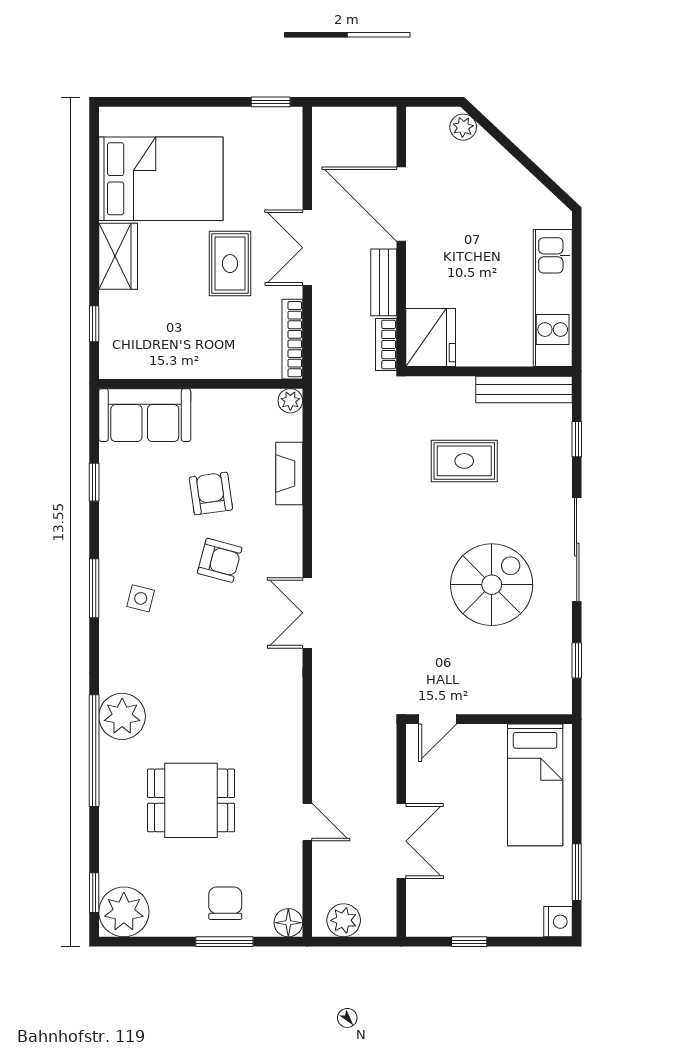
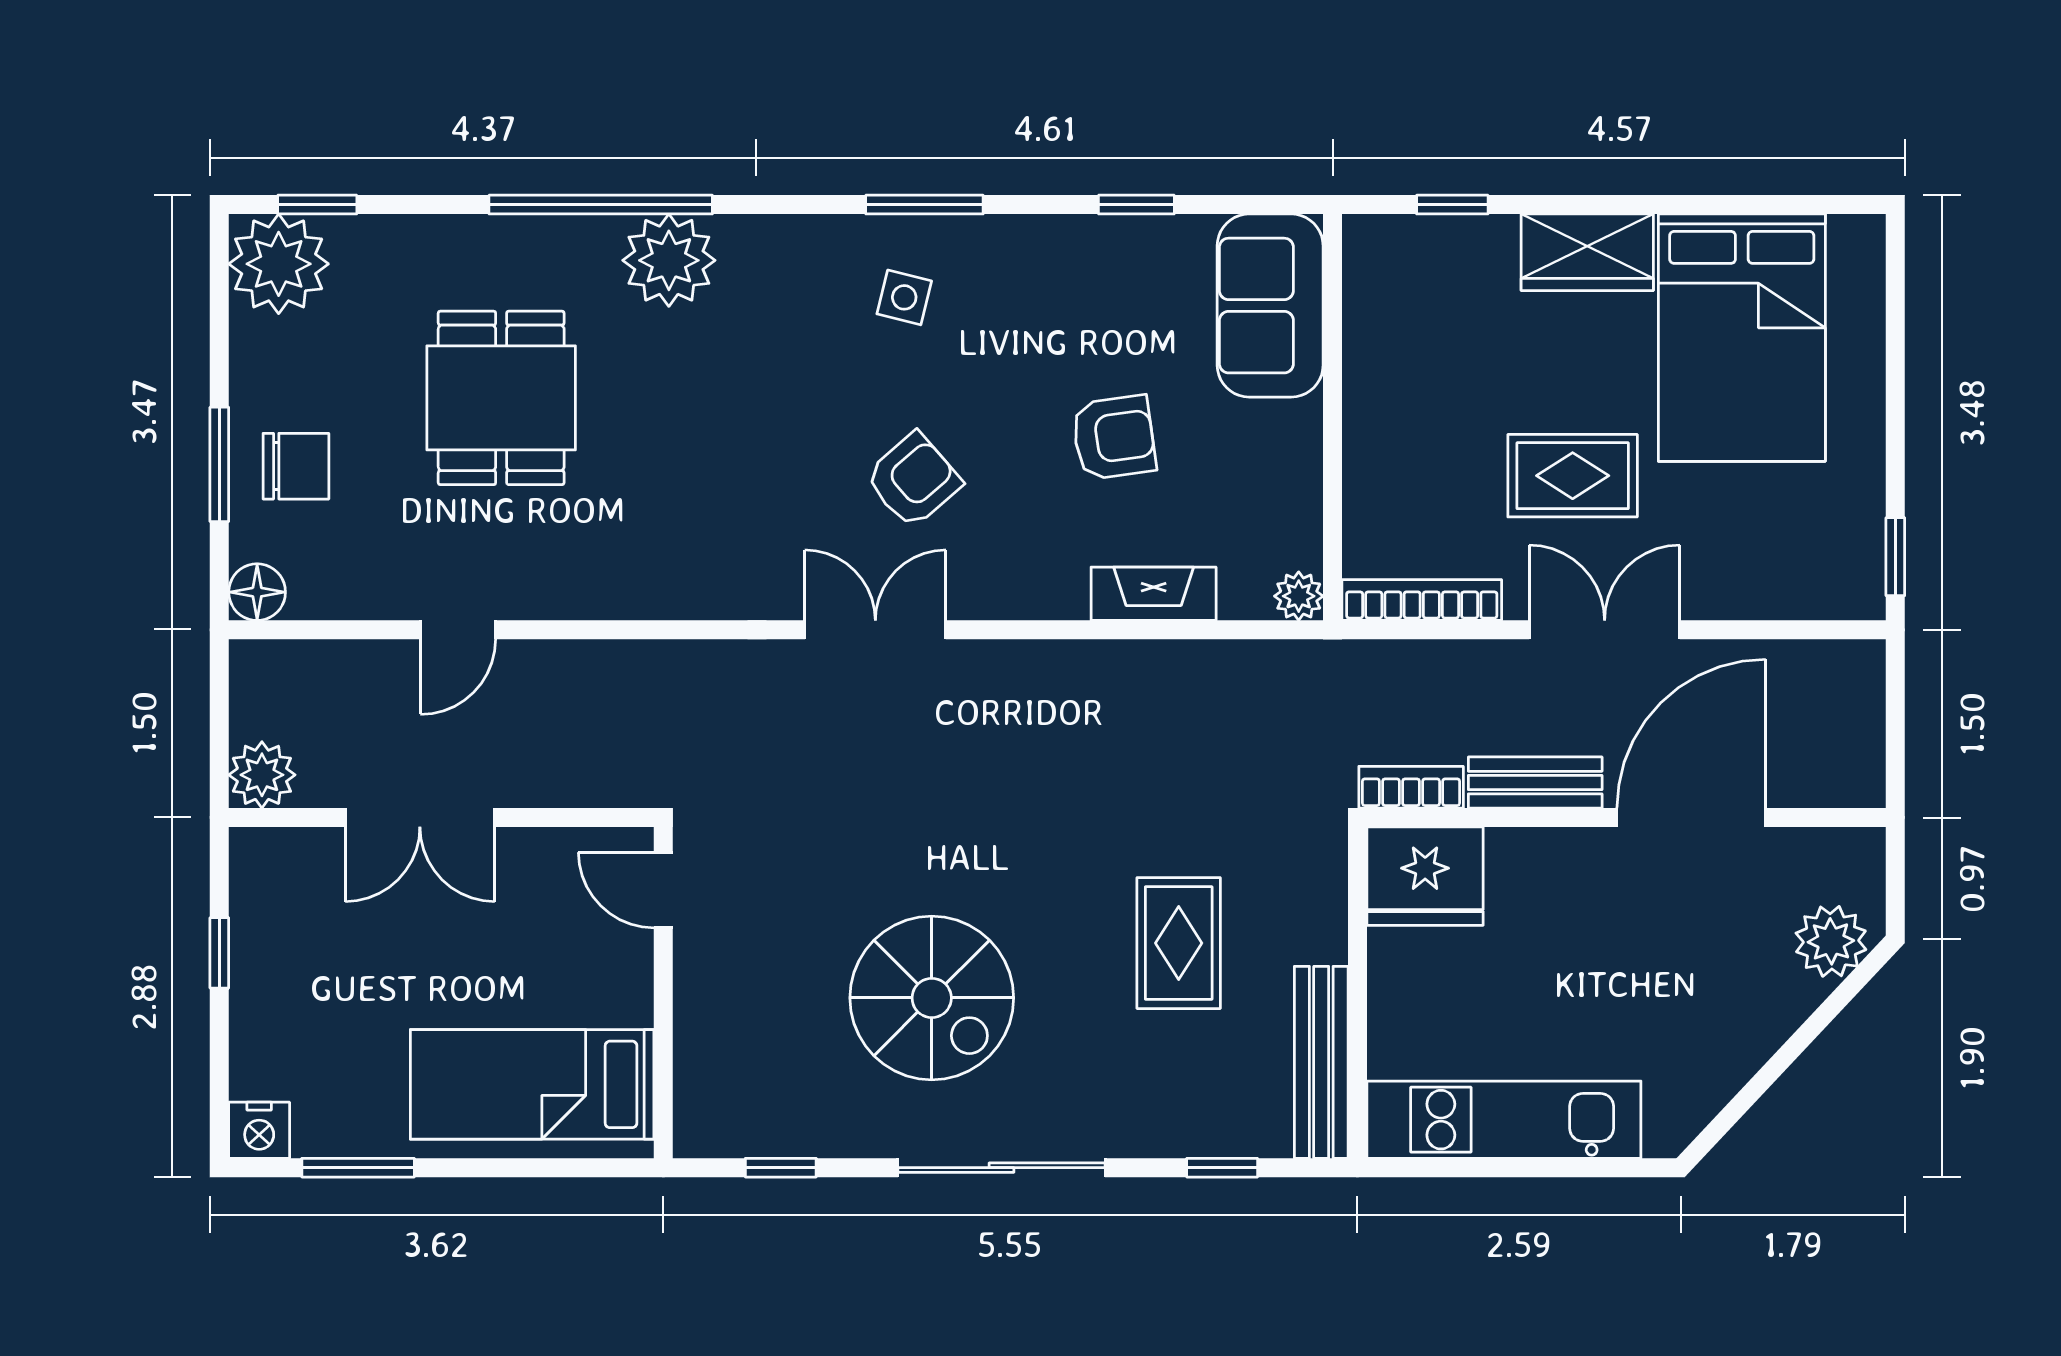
plant: (463, 127) -> (1831, 941), width x1.38, depth x1.38
armchair: (220, 560) -> (913, 480), moved, turned -146
plant: (344, 920) -> (262, 775), moved

